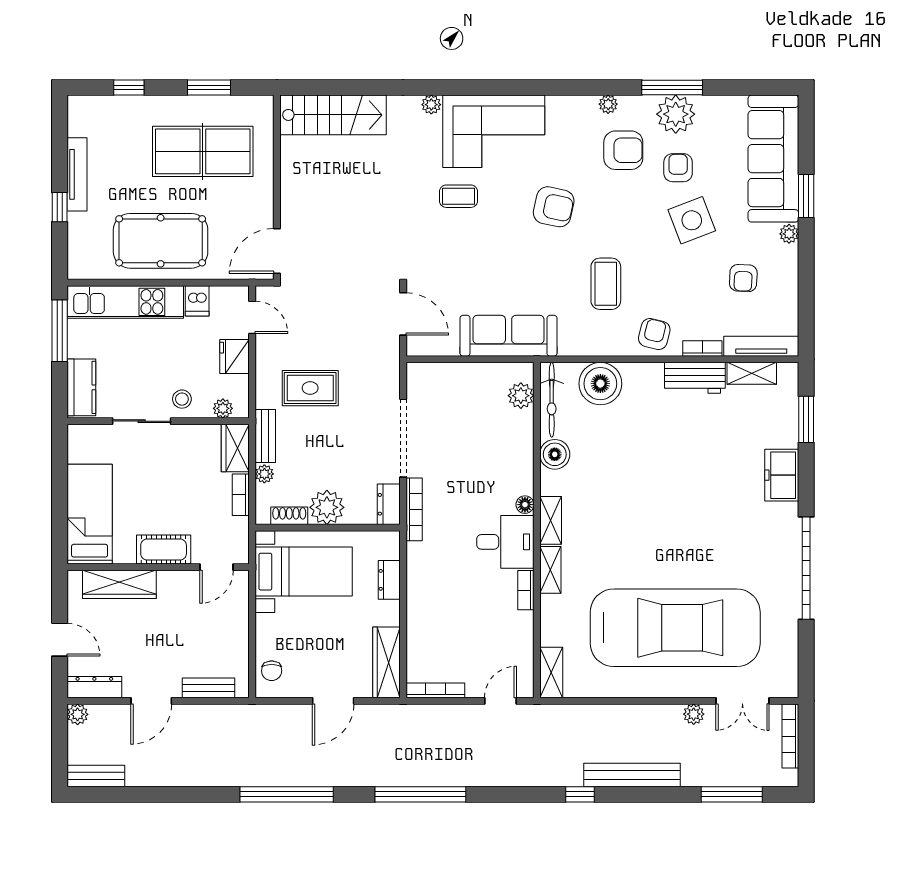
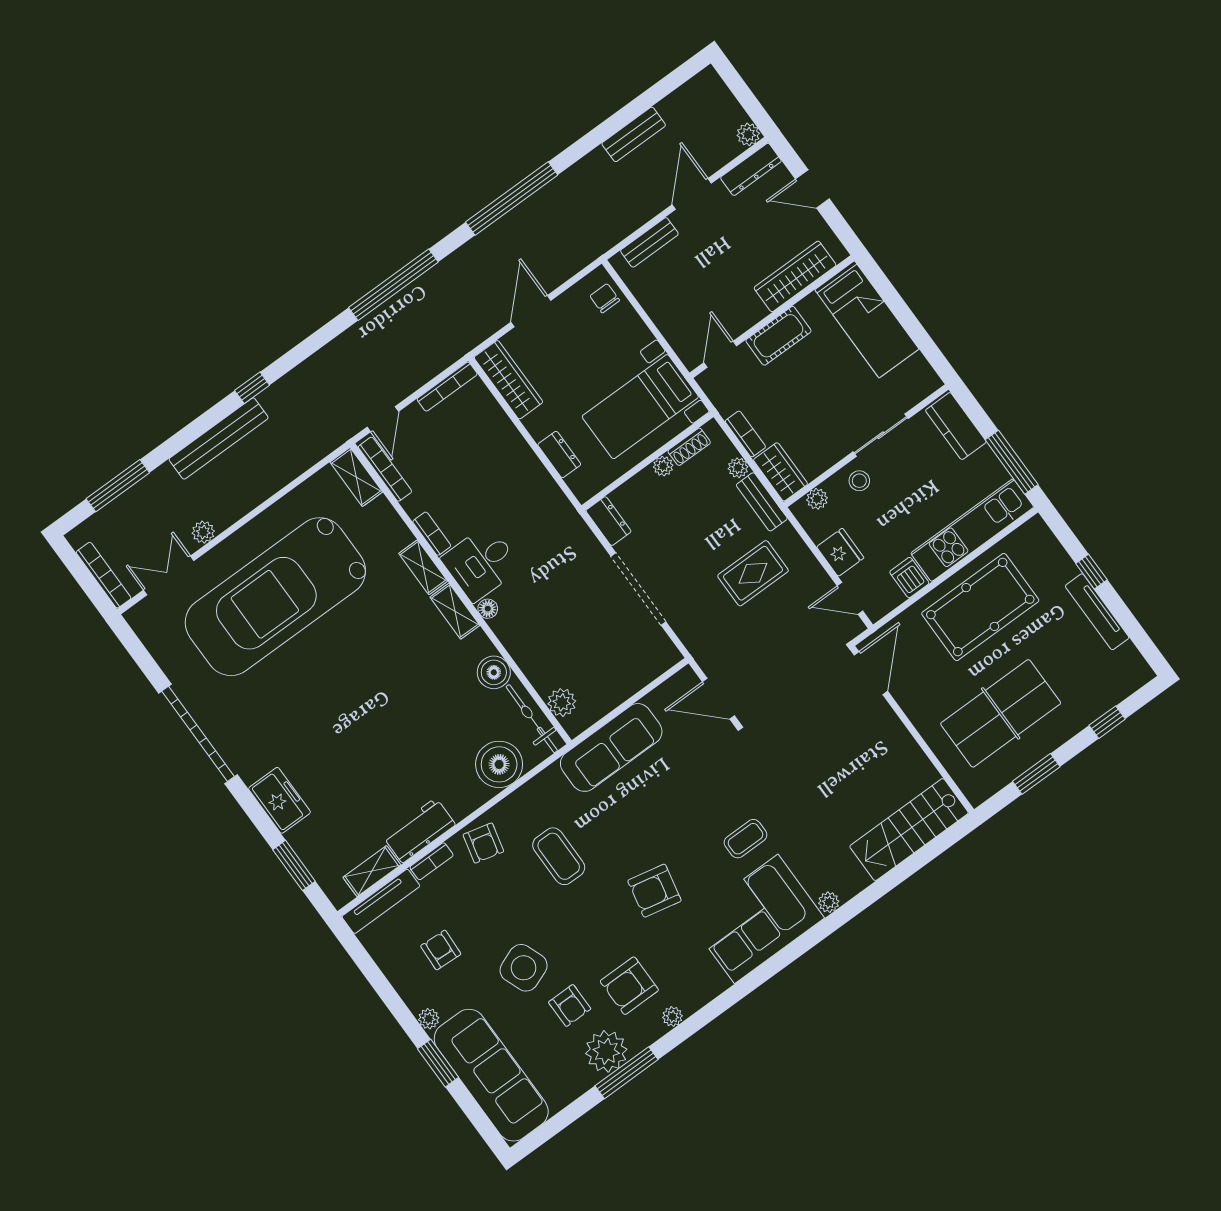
plant: (327, 507) -> (663, 466), width x0.53, depth x0.53
bookcase: (414, 509) -> (385, 469), moved, turned 180
bench: (96, 776) -> (634, 134), moved

